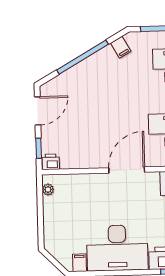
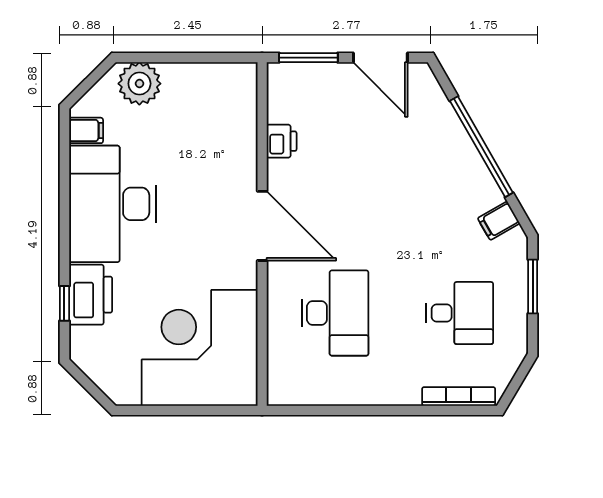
window: (39, 148) -> (308, 58), width x1.50
printer: (51, 162) -> (282, 141), moved
plant: (48, 190) -> (139, 84), moved, width x1.87, depth x1.87

